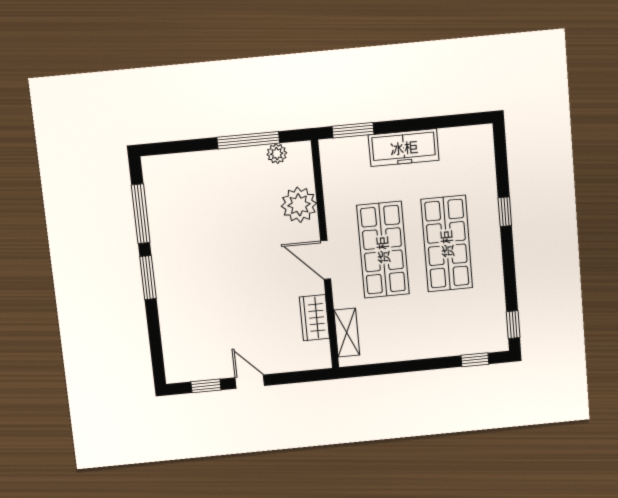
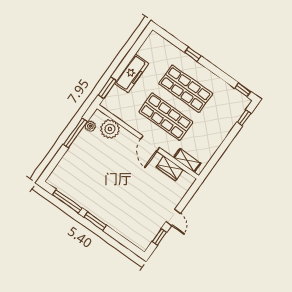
plant: (299, 205) -> (110, 129), moved
door: (326, 260) -> (150, 143), hinge flipped
door: (250, 382) -> (173, 218), swing flipped

